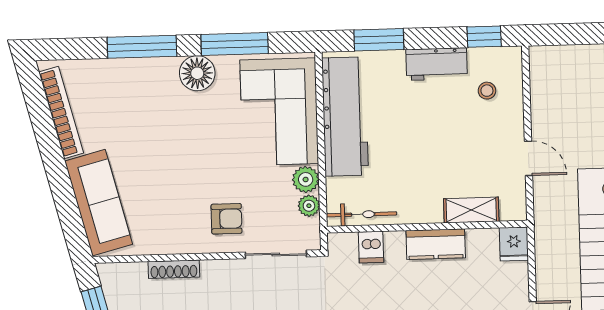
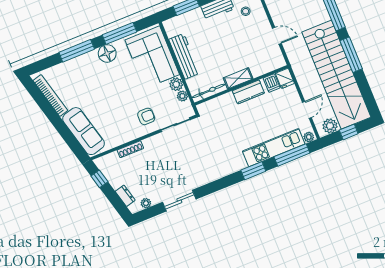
workbench: (345, 117) -> (184, 56), width x0.73, depth x0.76
shelving: (471, 210) -> (238, 78), moved
dishwasher: (371, 247) -> (272, 83), moved

